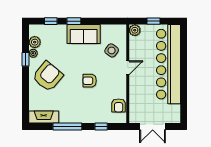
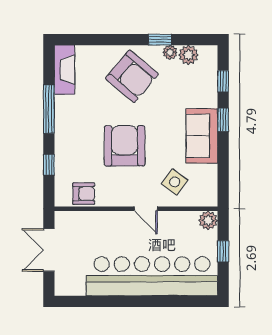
armchair: (90, 81) -> (125, 146), width x1.88, depth x1.88
armchair: (119, 105) -> (84, 194), turned 180

